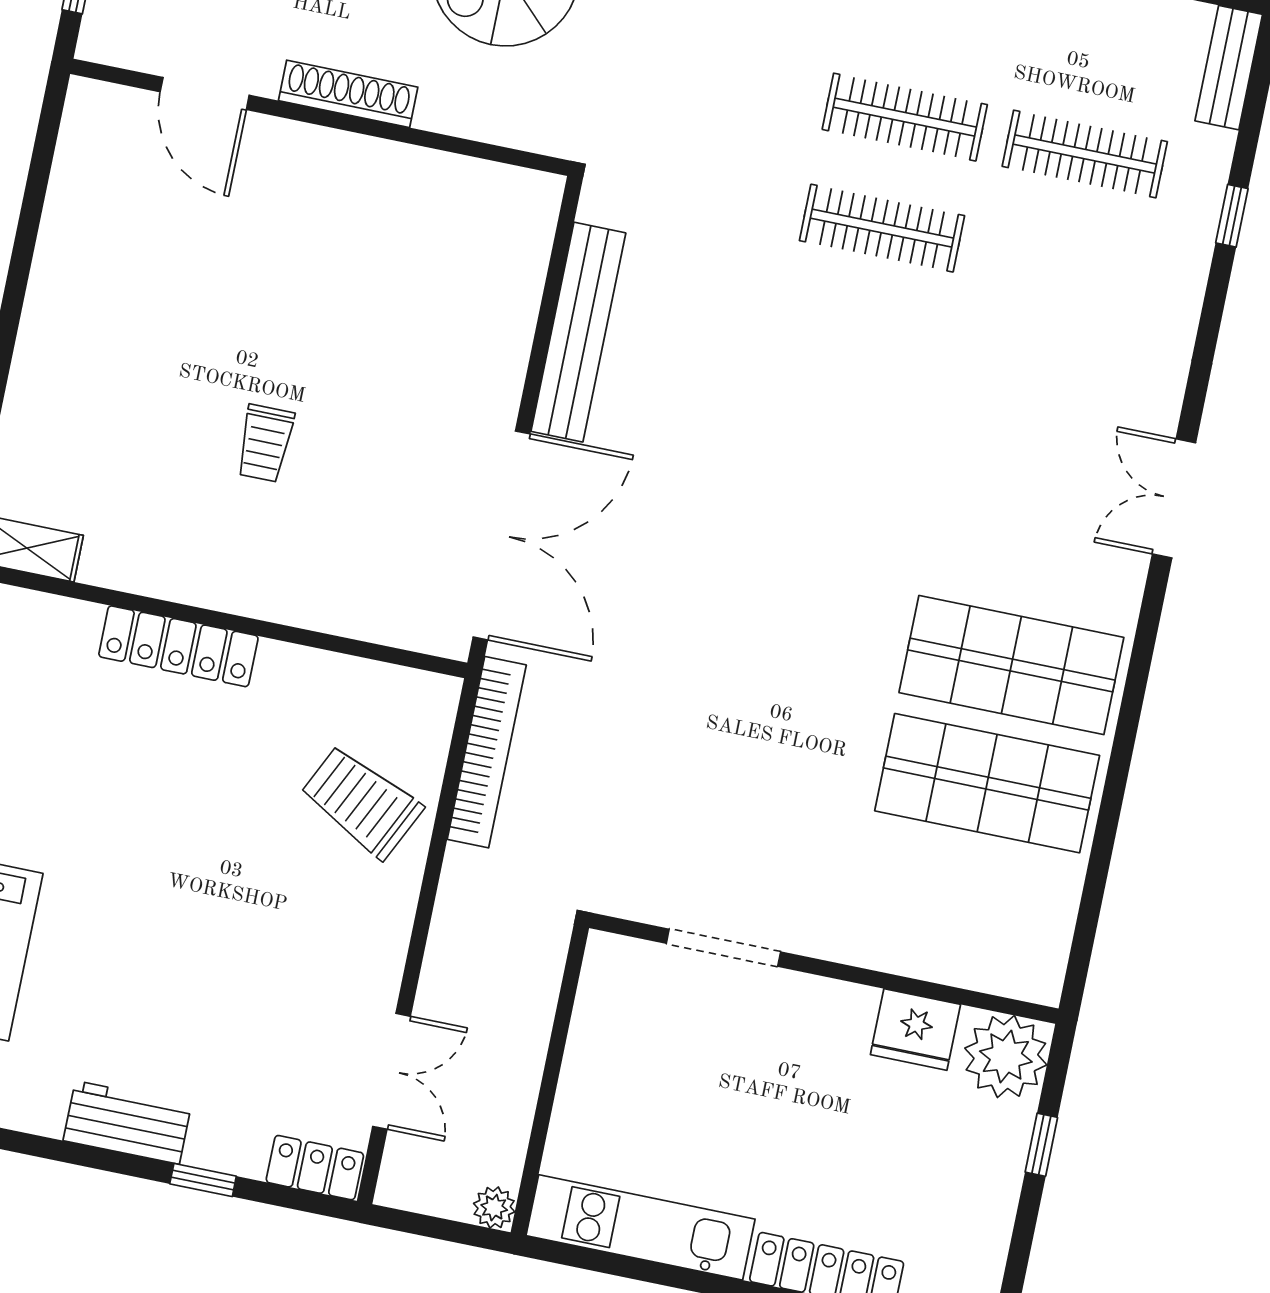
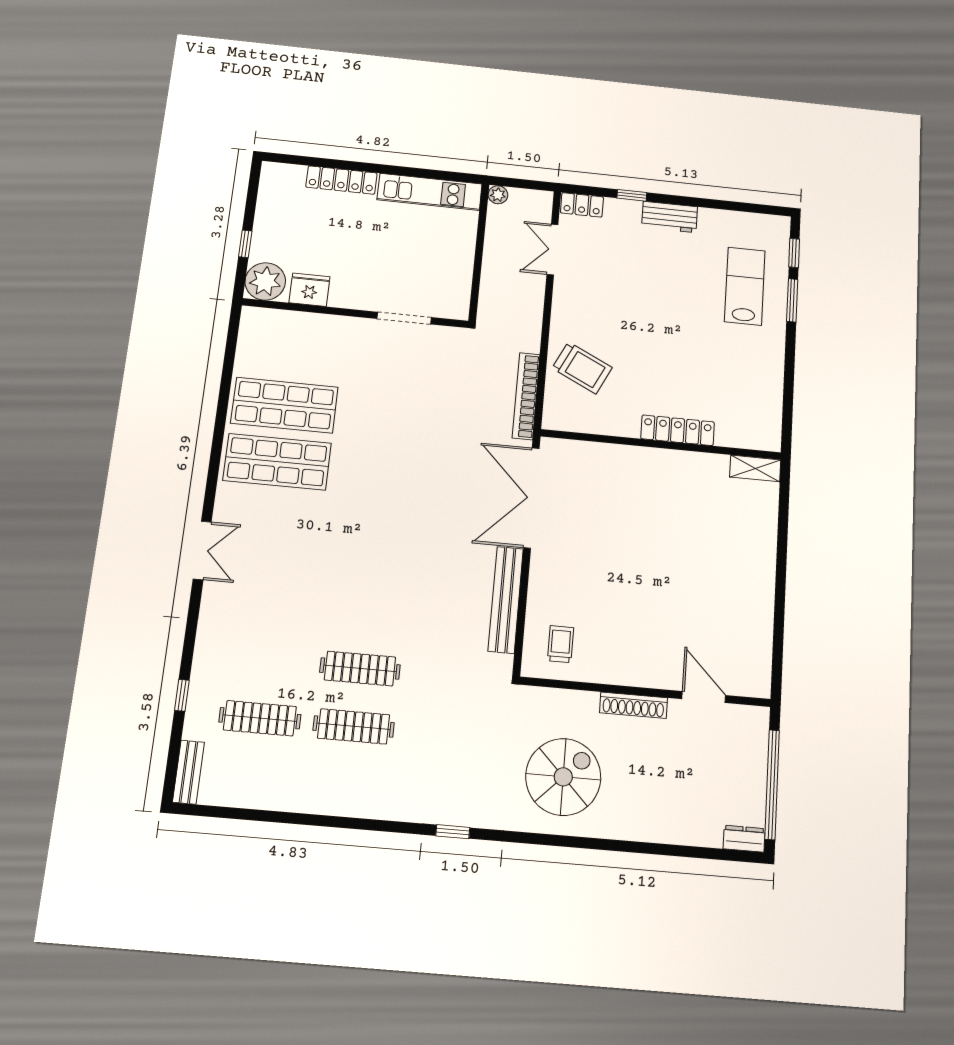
trolley: (265, 443) -> (561, 644), moved

